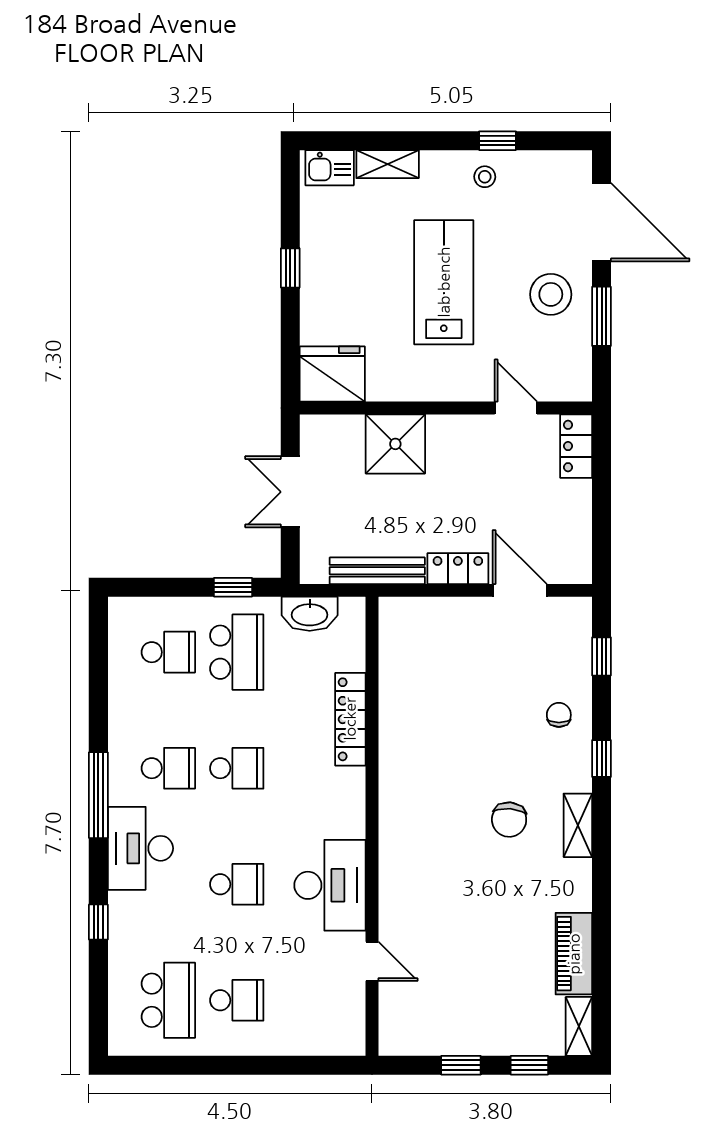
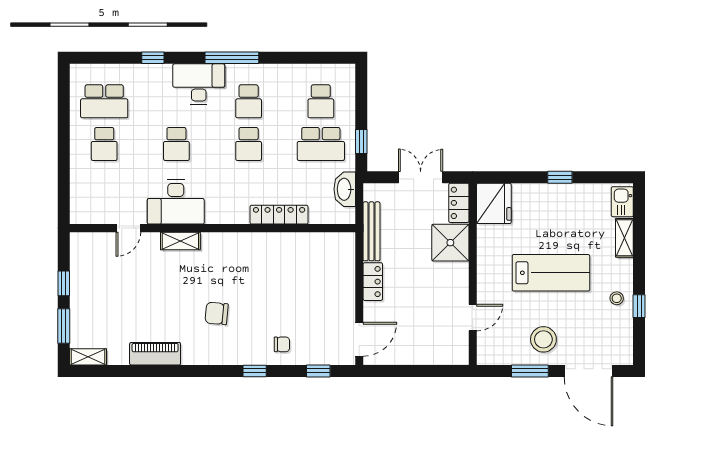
door: (602, 222) -> (588, 371), hinge flipped
locker: (576, 446) -> (459, 203), moved, turned -90
door: (520, 590) -> (359, 339), moved
shelving: (578, 825) -> (180, 241), moved
piano: (574, 954) -> (155, 354), moved
window: (529, 1065) -> (64, 326), width x1.50

